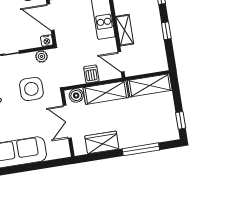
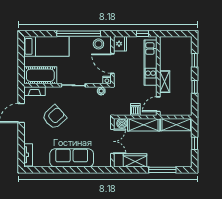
door: (121, 62) -> (158, 104), hinge flipped
side table: (31, 89) -> (90, 113), removed
window: (181, 120) -> (195, 143), moved
double door: (67, 122) -> (112, 141), swing flipped

